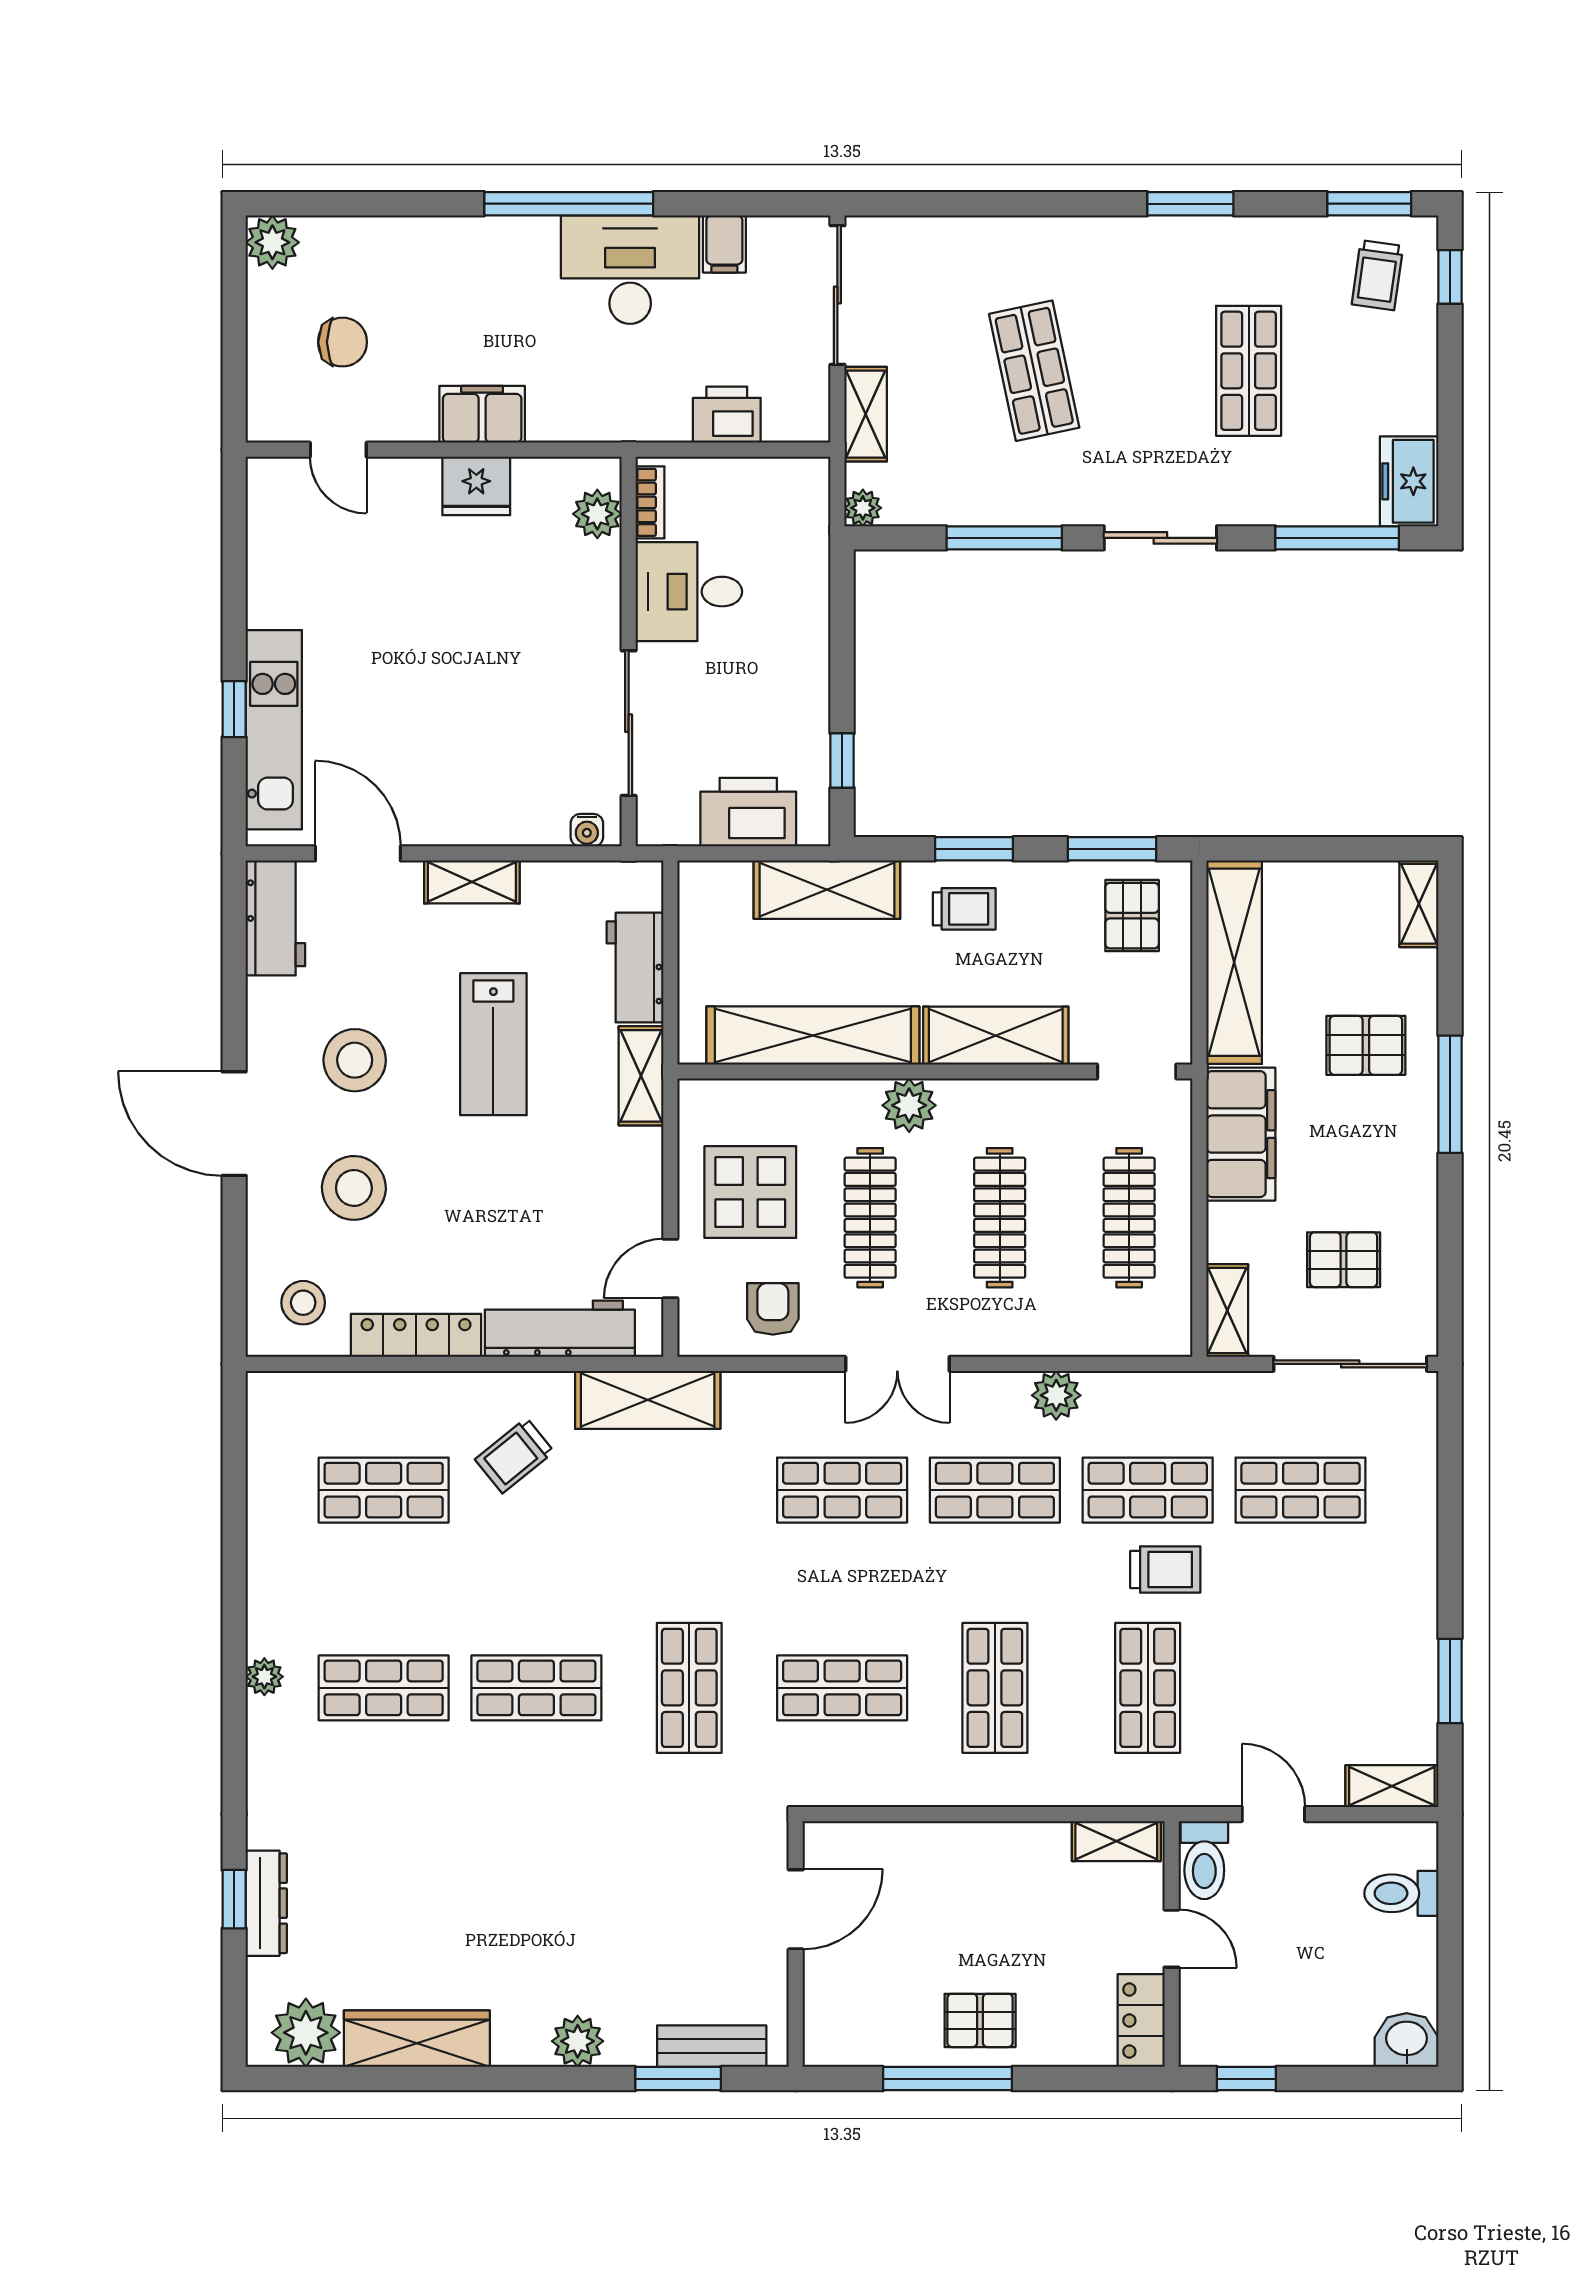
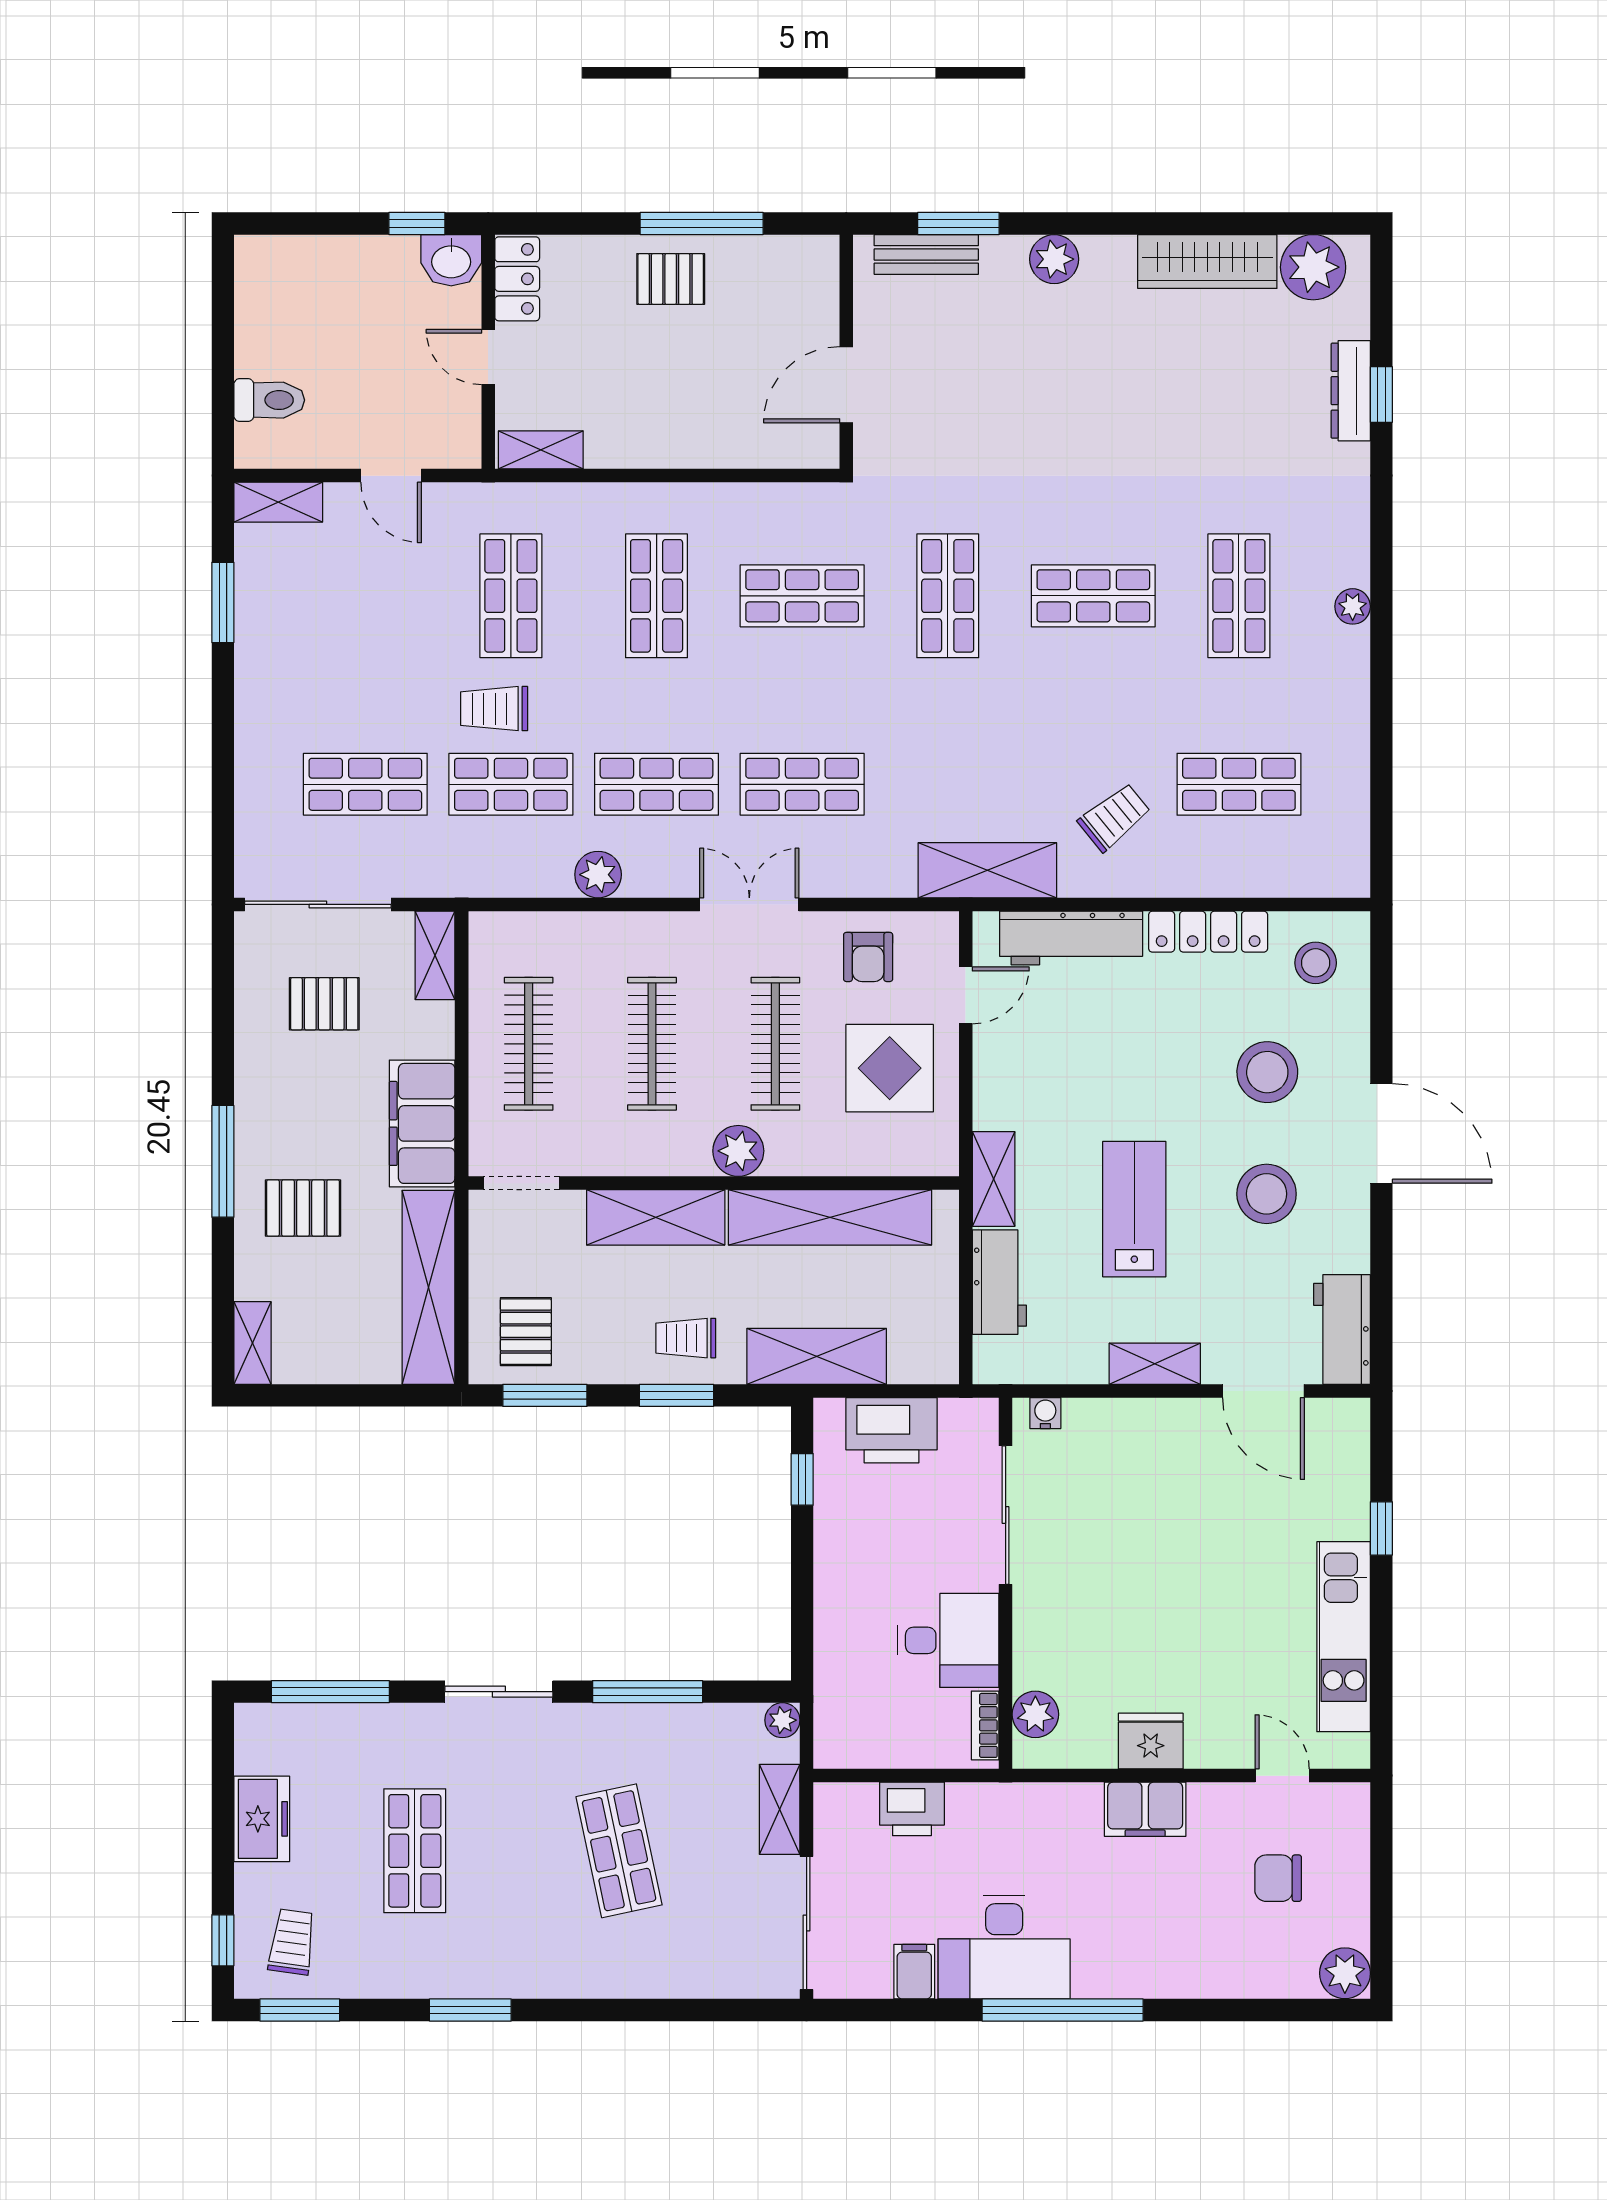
freezer: (1409, 481) -> (262, 1819), moved
kitchen unit: (274, 730) -> (1344, 1637), moved
shop shelf: (384, 1688) -> (1239, 596), turned 90
toilet: (1204, 1860) -> (457, 432), removed
washbasin: (1407, 2040) -> (451, 260), moved

